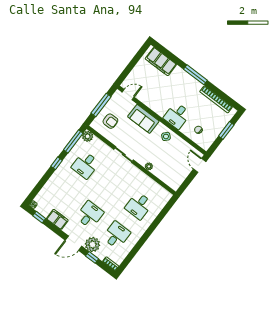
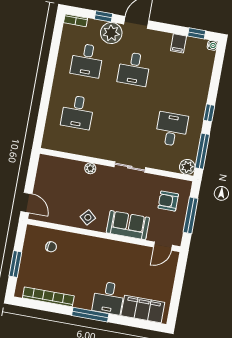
desk: (177, 116) -> (108, 298), moved, turned 180
desk: (139, 206) -> (78, 112), turned 180
filing cabinet: (57, 219) -> (178, 43), width x0.50

